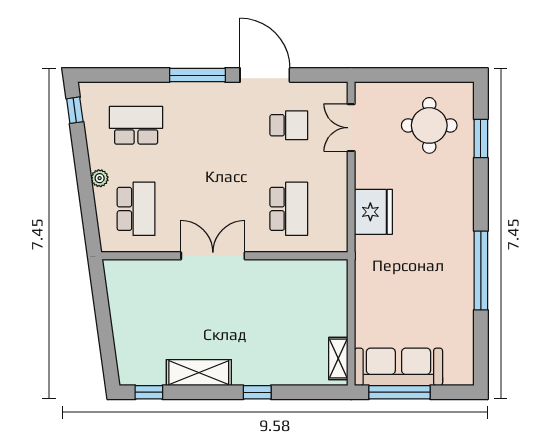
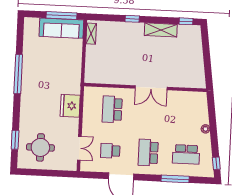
window: (197, 75) -> (175, 179), moved
school desk: (136, 209) -> (148, 153), moved

